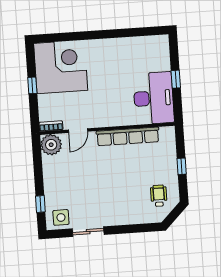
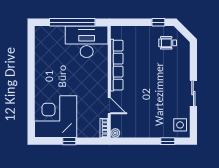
window: (176, 79) -> (72, 22), width x3.17
plant: (51, 145) -> (115, 133), width x0.53, depth x0.53
window: (182, 166) -> (158, 22), moved
sliding door: (88, 232) -> (193, 93), moved

